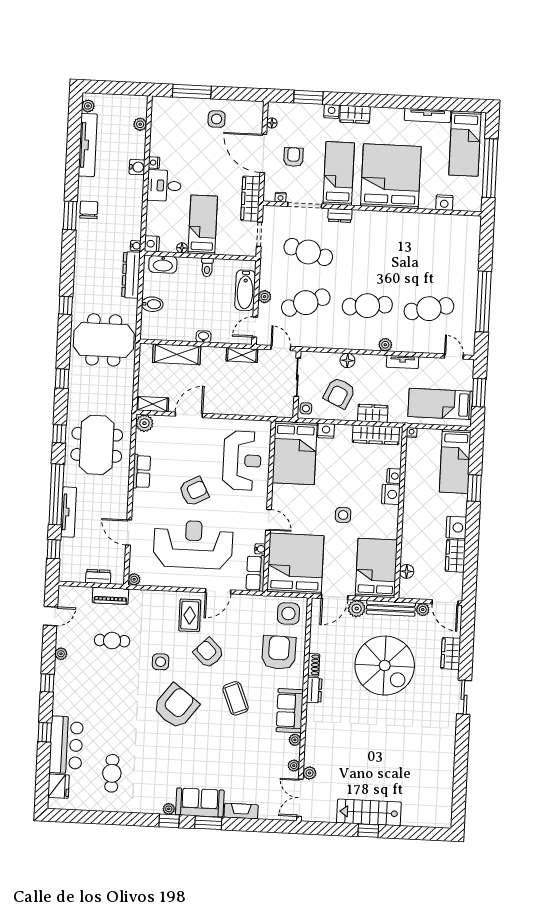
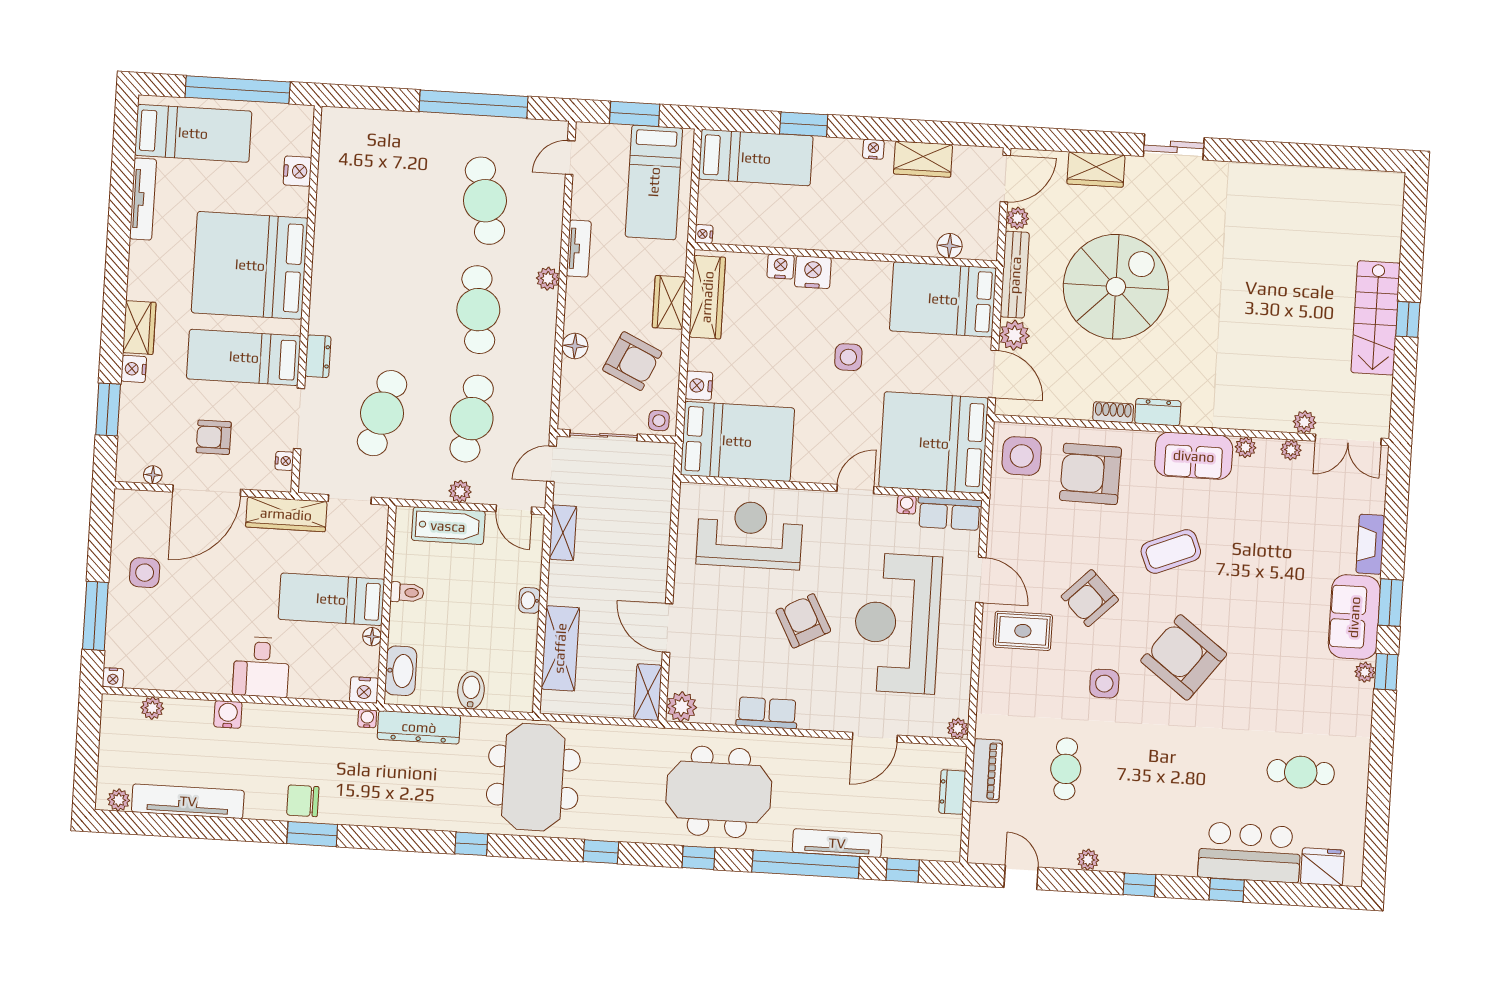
nightstand: (154, 163) -> (113, 678), moved
cafe table: (306, 303) -> (472, 419), turned 30
nightstand: (456, 527) -> (873, 149), width x0.53, depth x0.56

